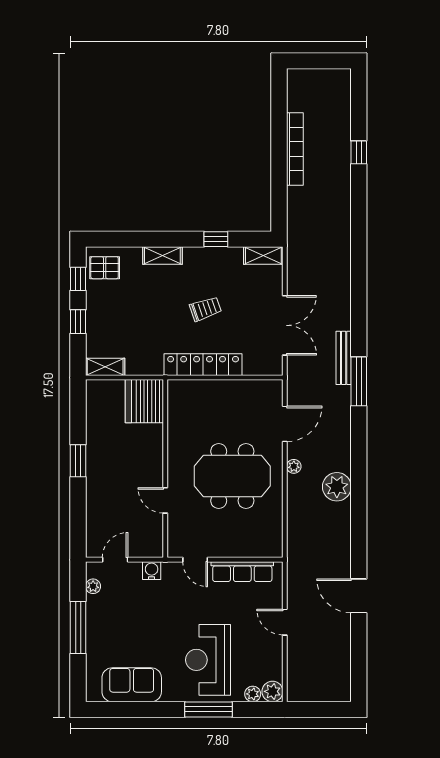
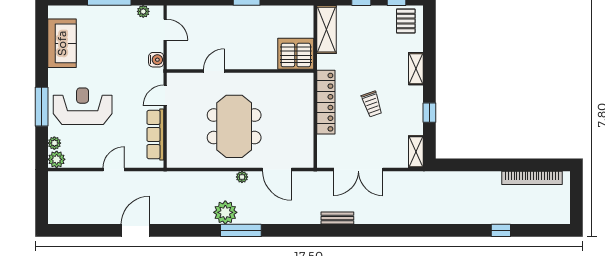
bookcase: (295, 149) -> (532, 178), moved
bench: (344, 358) -> (337, 218), width x0.73
shelving: (105, 367) -> (326, 30), width x1.50, depth x1.33
window: (359, 381) -> (241, 230), moved

